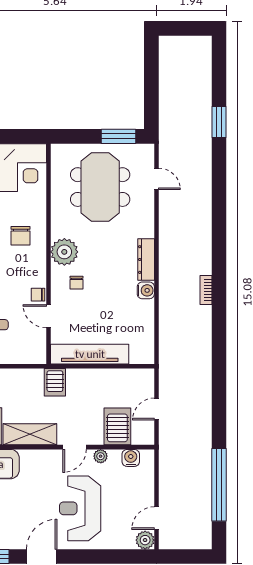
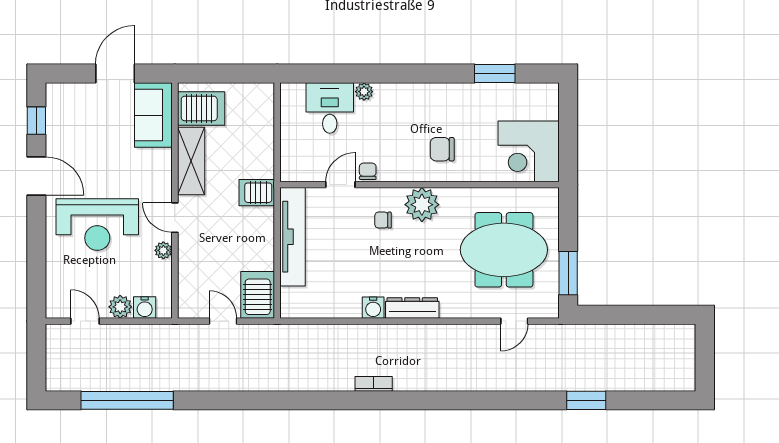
server rack: (117, 426) -> (258, 295), moved, turned -90
water cooler: (131, 458) -> (145, 308), moved, turned 90
reception desk: (80, 508) -> (97, 225), turned 180
plant: (145, 540) -> (120, 307), moved

